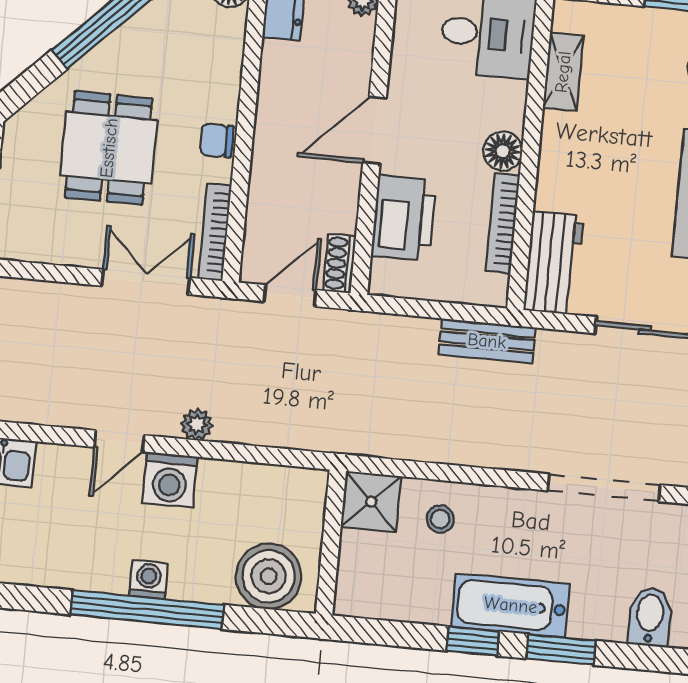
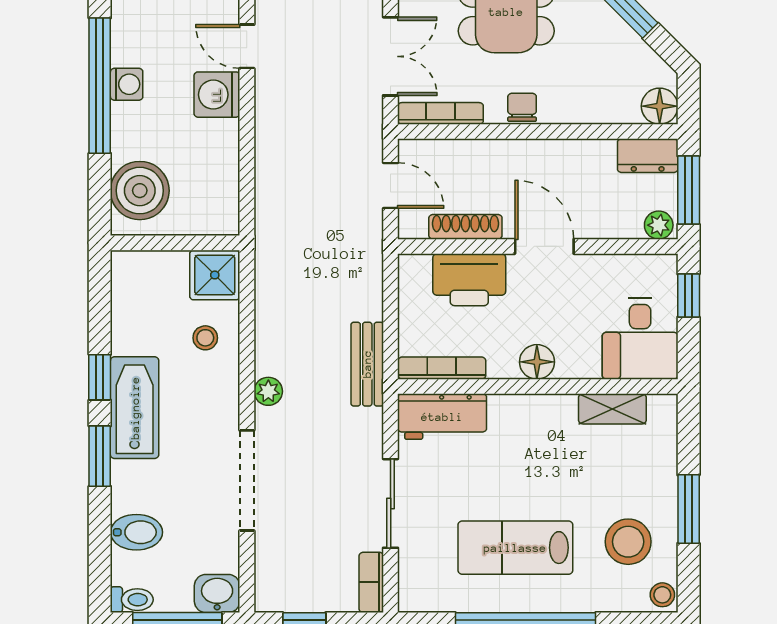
bookcase: (503, 223) -> (442, 368), moved
shoe rack: (340, 264) -> (465, 227), moved, width x1.43
plant: (197, 425) -> (268, 391), moved

